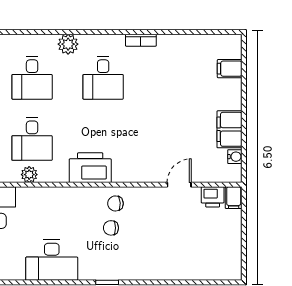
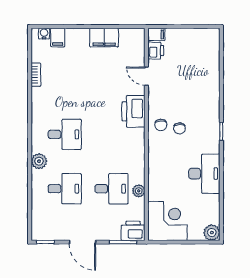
bookcase: (141, 40) -> (36, 75), moved
water cooler: (235, 157) -> (44, 34), moved
printer: (90, 168) -> (133, 111), moved

